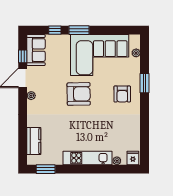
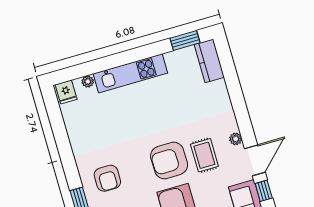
rug: (55, 91) -> (204, 155), added
armchair: (122, 94) -> (107, 178), turned 180
kitchen counter: (34, 141) -> (209, 61), moved

